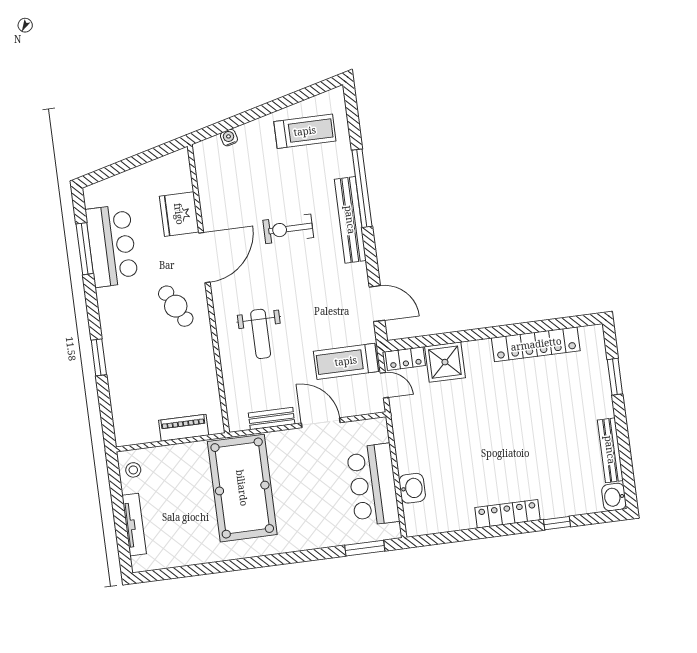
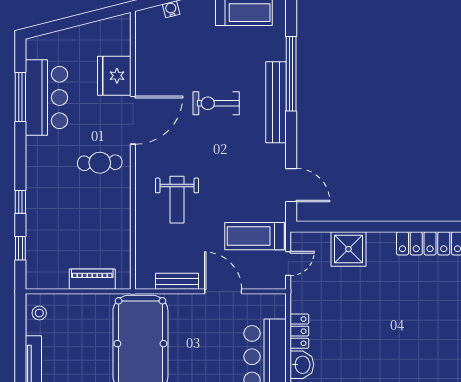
cafe table: (176, 306) -> (100, 163), turned -63
window: (99, 357) -> (20, 202), width x0.67
locker: (405, 359) -> (299, 331), moved, turned -90
door: (384, 385) -> (288, 263), hinge flipped
window: (105, 405) -> (20, 248), added

